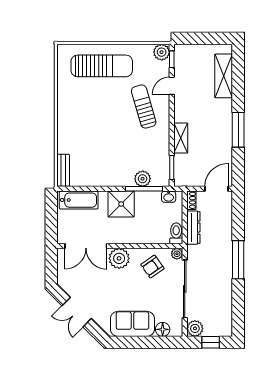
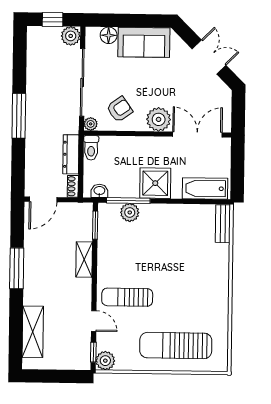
door: (172, 86) -> (94, 321), hinge flipped
sun lounger: (144, 107) -> (127, 297), turned 106

